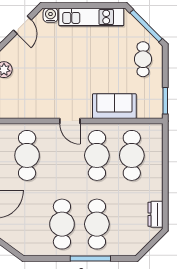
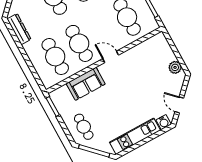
dresser: (156, 214) -> (19, 29), width x1.44

